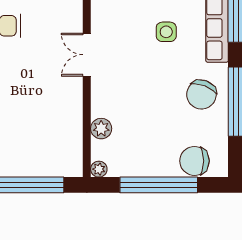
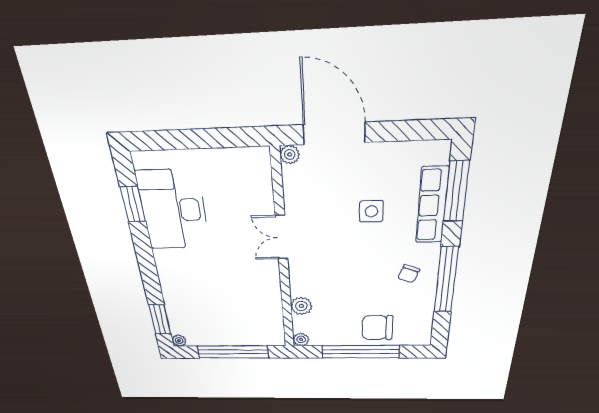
chair: (201, 95) -> (409, 274), width x0.54, depth x0.54
chair: (194, 161) -> (377, 328), moved

